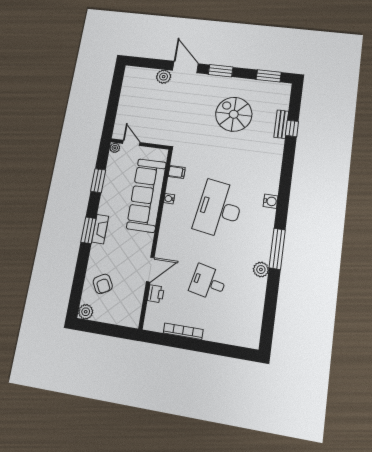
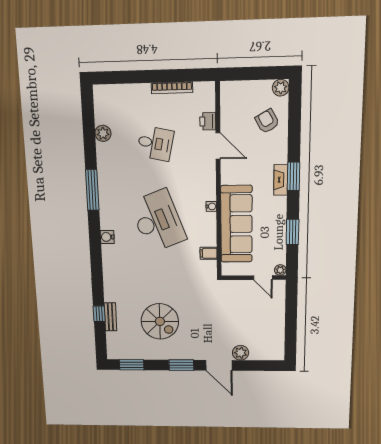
water cooler: (169, 199) -> (211, 206), moved
desk: (219, 209) -> (158, 221), turned -30
door: (150, 270) -> (218, 146), swing flipped
plant: (261, 270) -> (103, 133), moved

